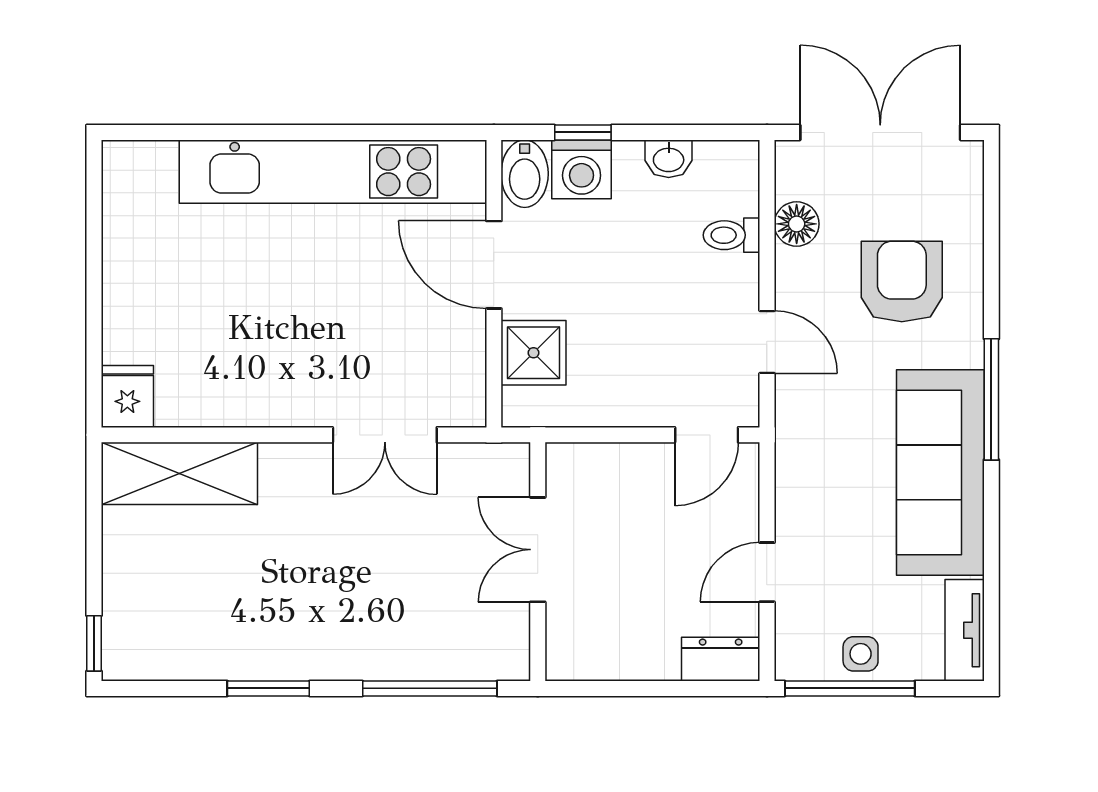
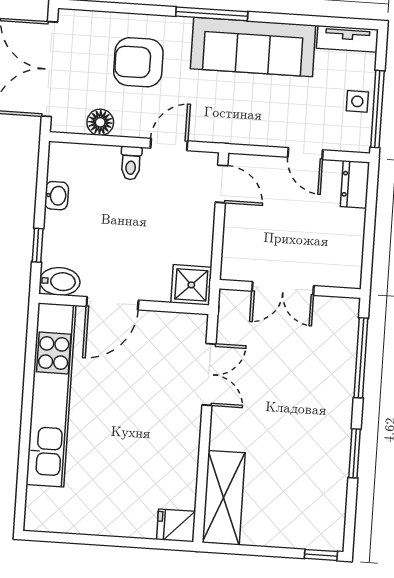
washing machine: (582, 169) -> (59, 248), removed
toilet: (732, 235) -> (131, 163), moved
shower: (533, 353) -> (191, 285), moved

